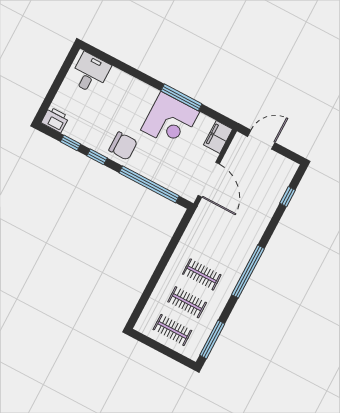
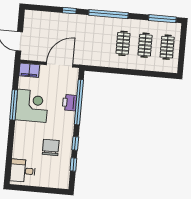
printer: (55, 120) -> (69, 103), moved
chair: (123, 146) -> (51, 147), moved
window: (288, 197) -> (69, 11), moved

